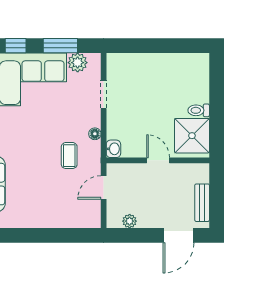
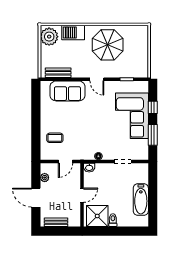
plant: (78, 63) -> (142, 146), removed
bathtub: (165, 65) -> (141, 200), added
coffee table: (69, 156) -> (55, 138), moved
door: (104, 187) -> (65, 162), swing flipped
door: (178, 235) -> (36, 198), moved

